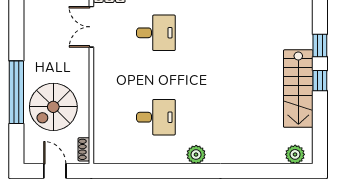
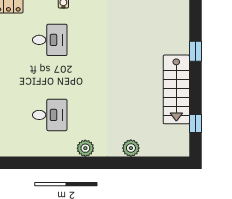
window: (320, 81) -> (195, 123), moved
plant: (295, 154) -> (131, 148), moved

